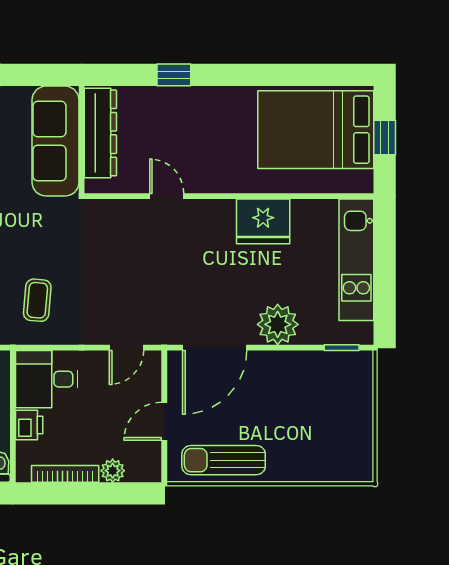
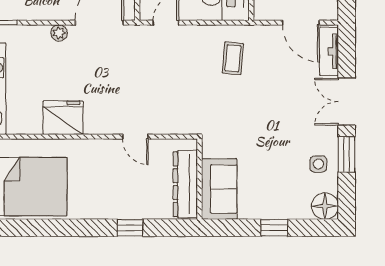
sofa: (55, 141) -> (219, 189), width x0.73
plant: (278, 324) -> (59, 33), width x0.53, depth x0.53

